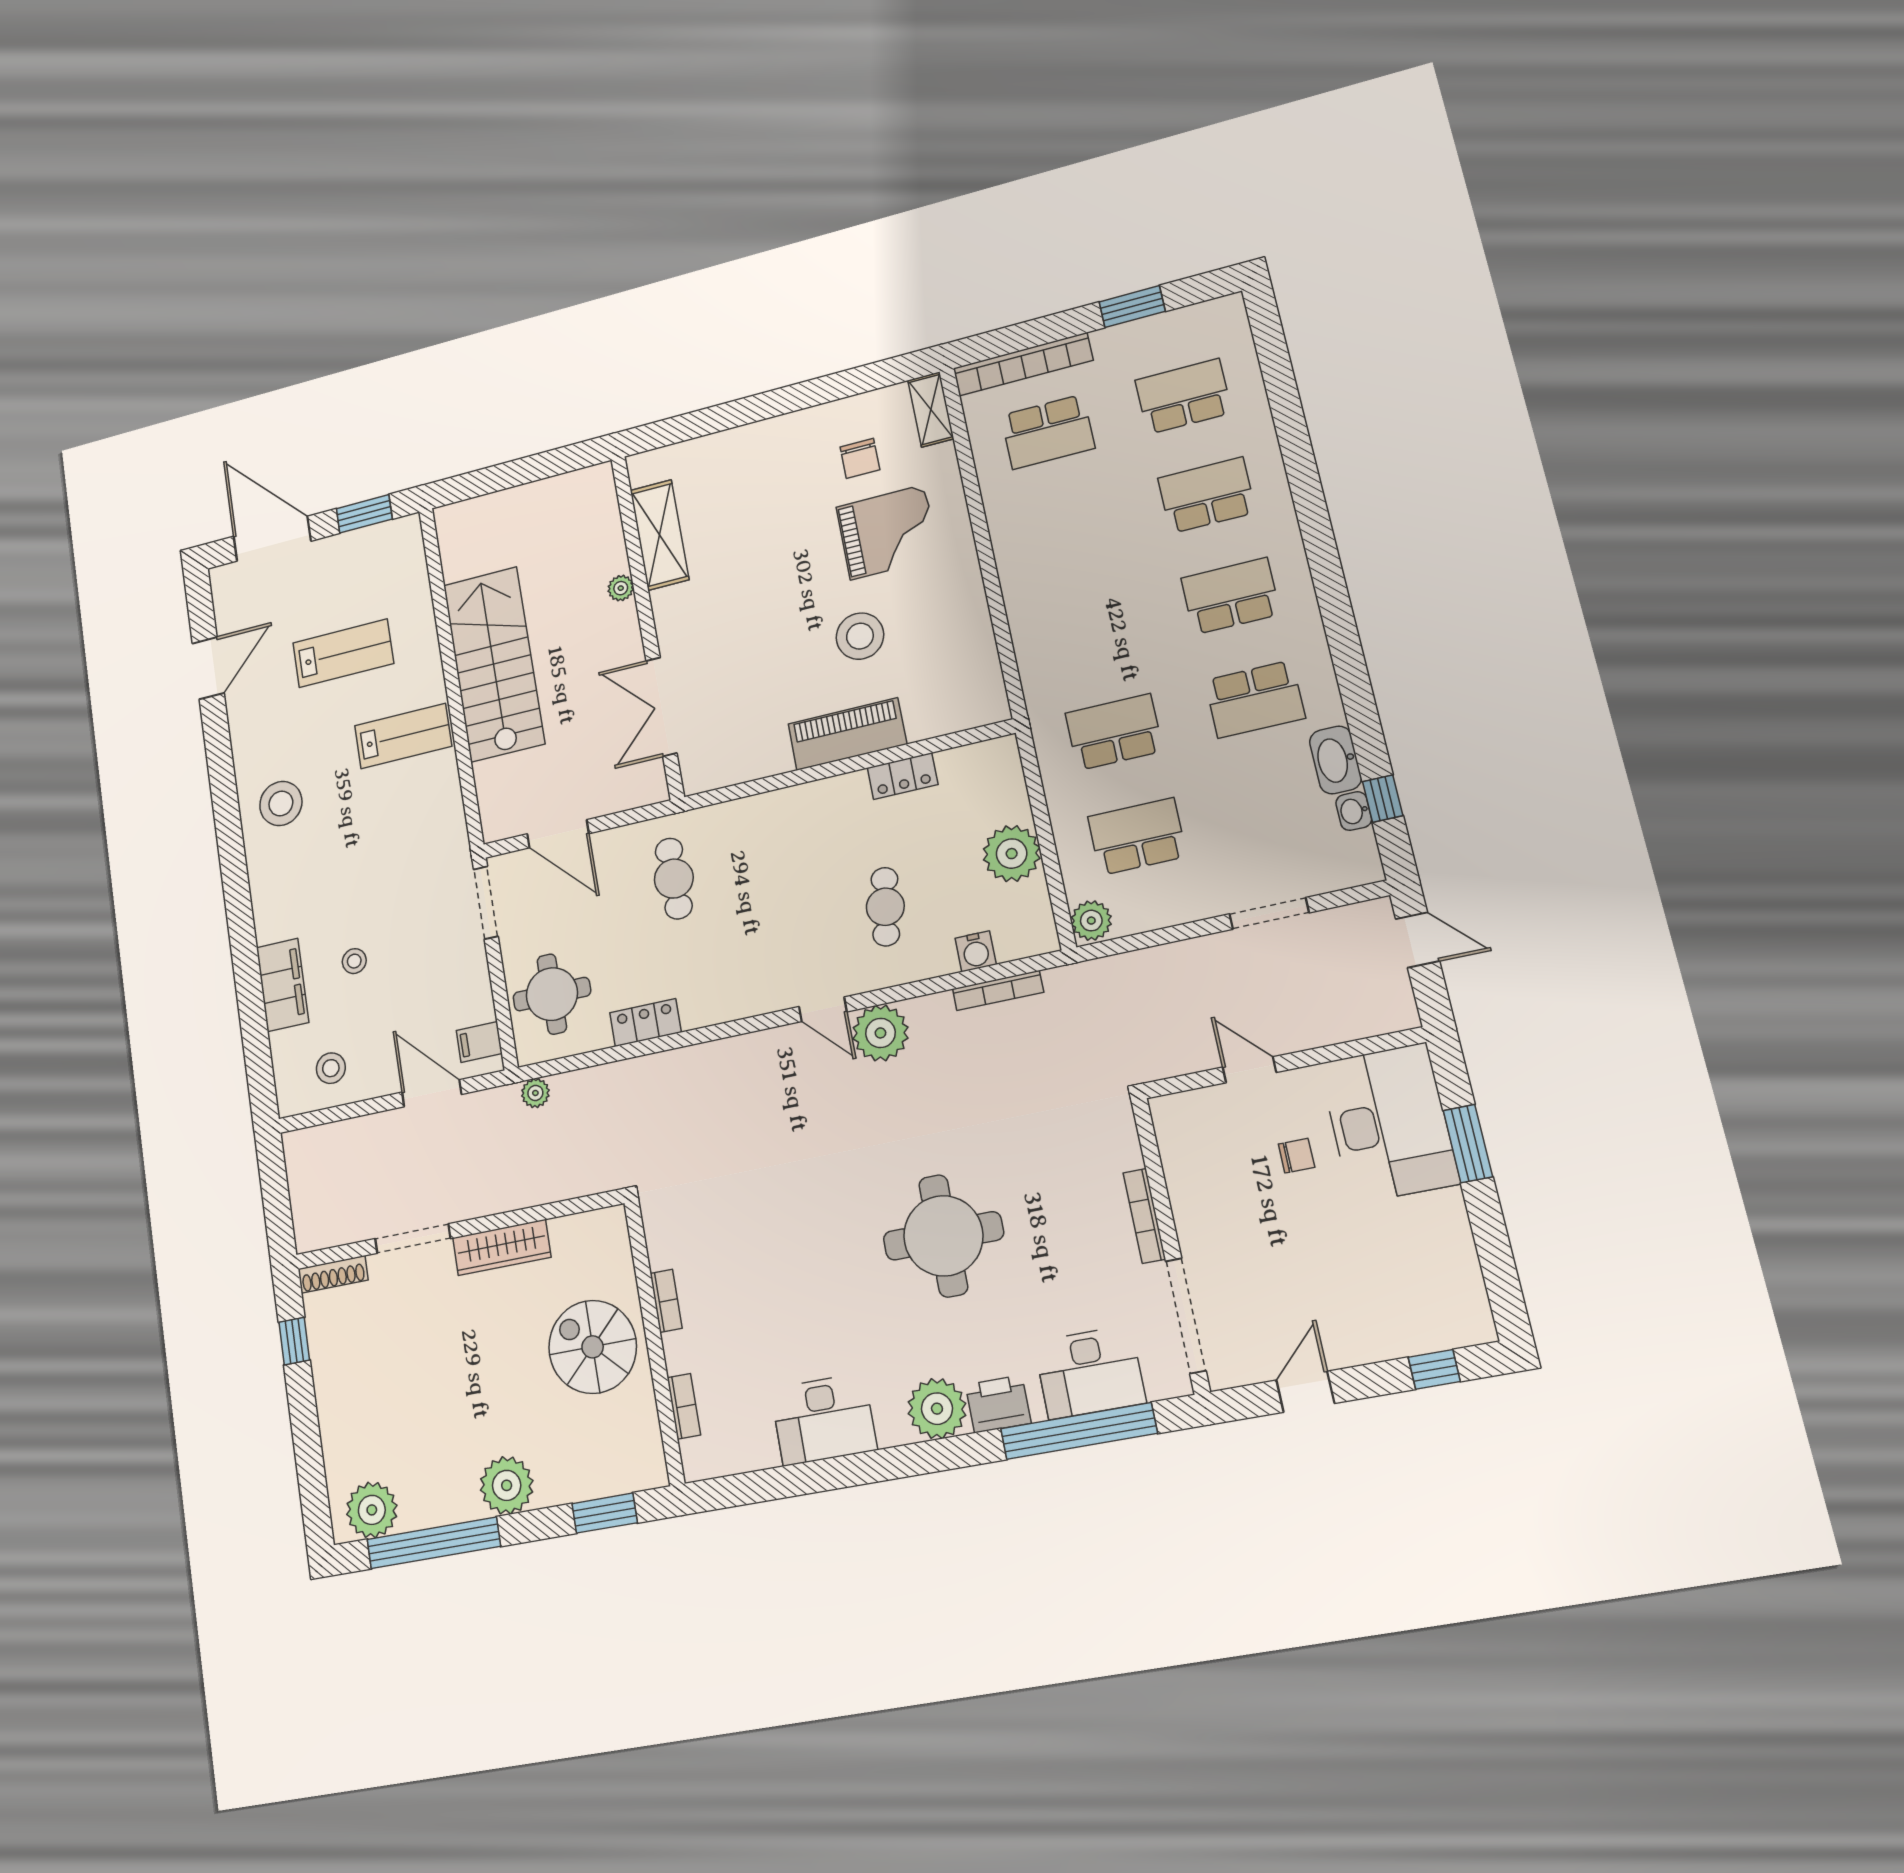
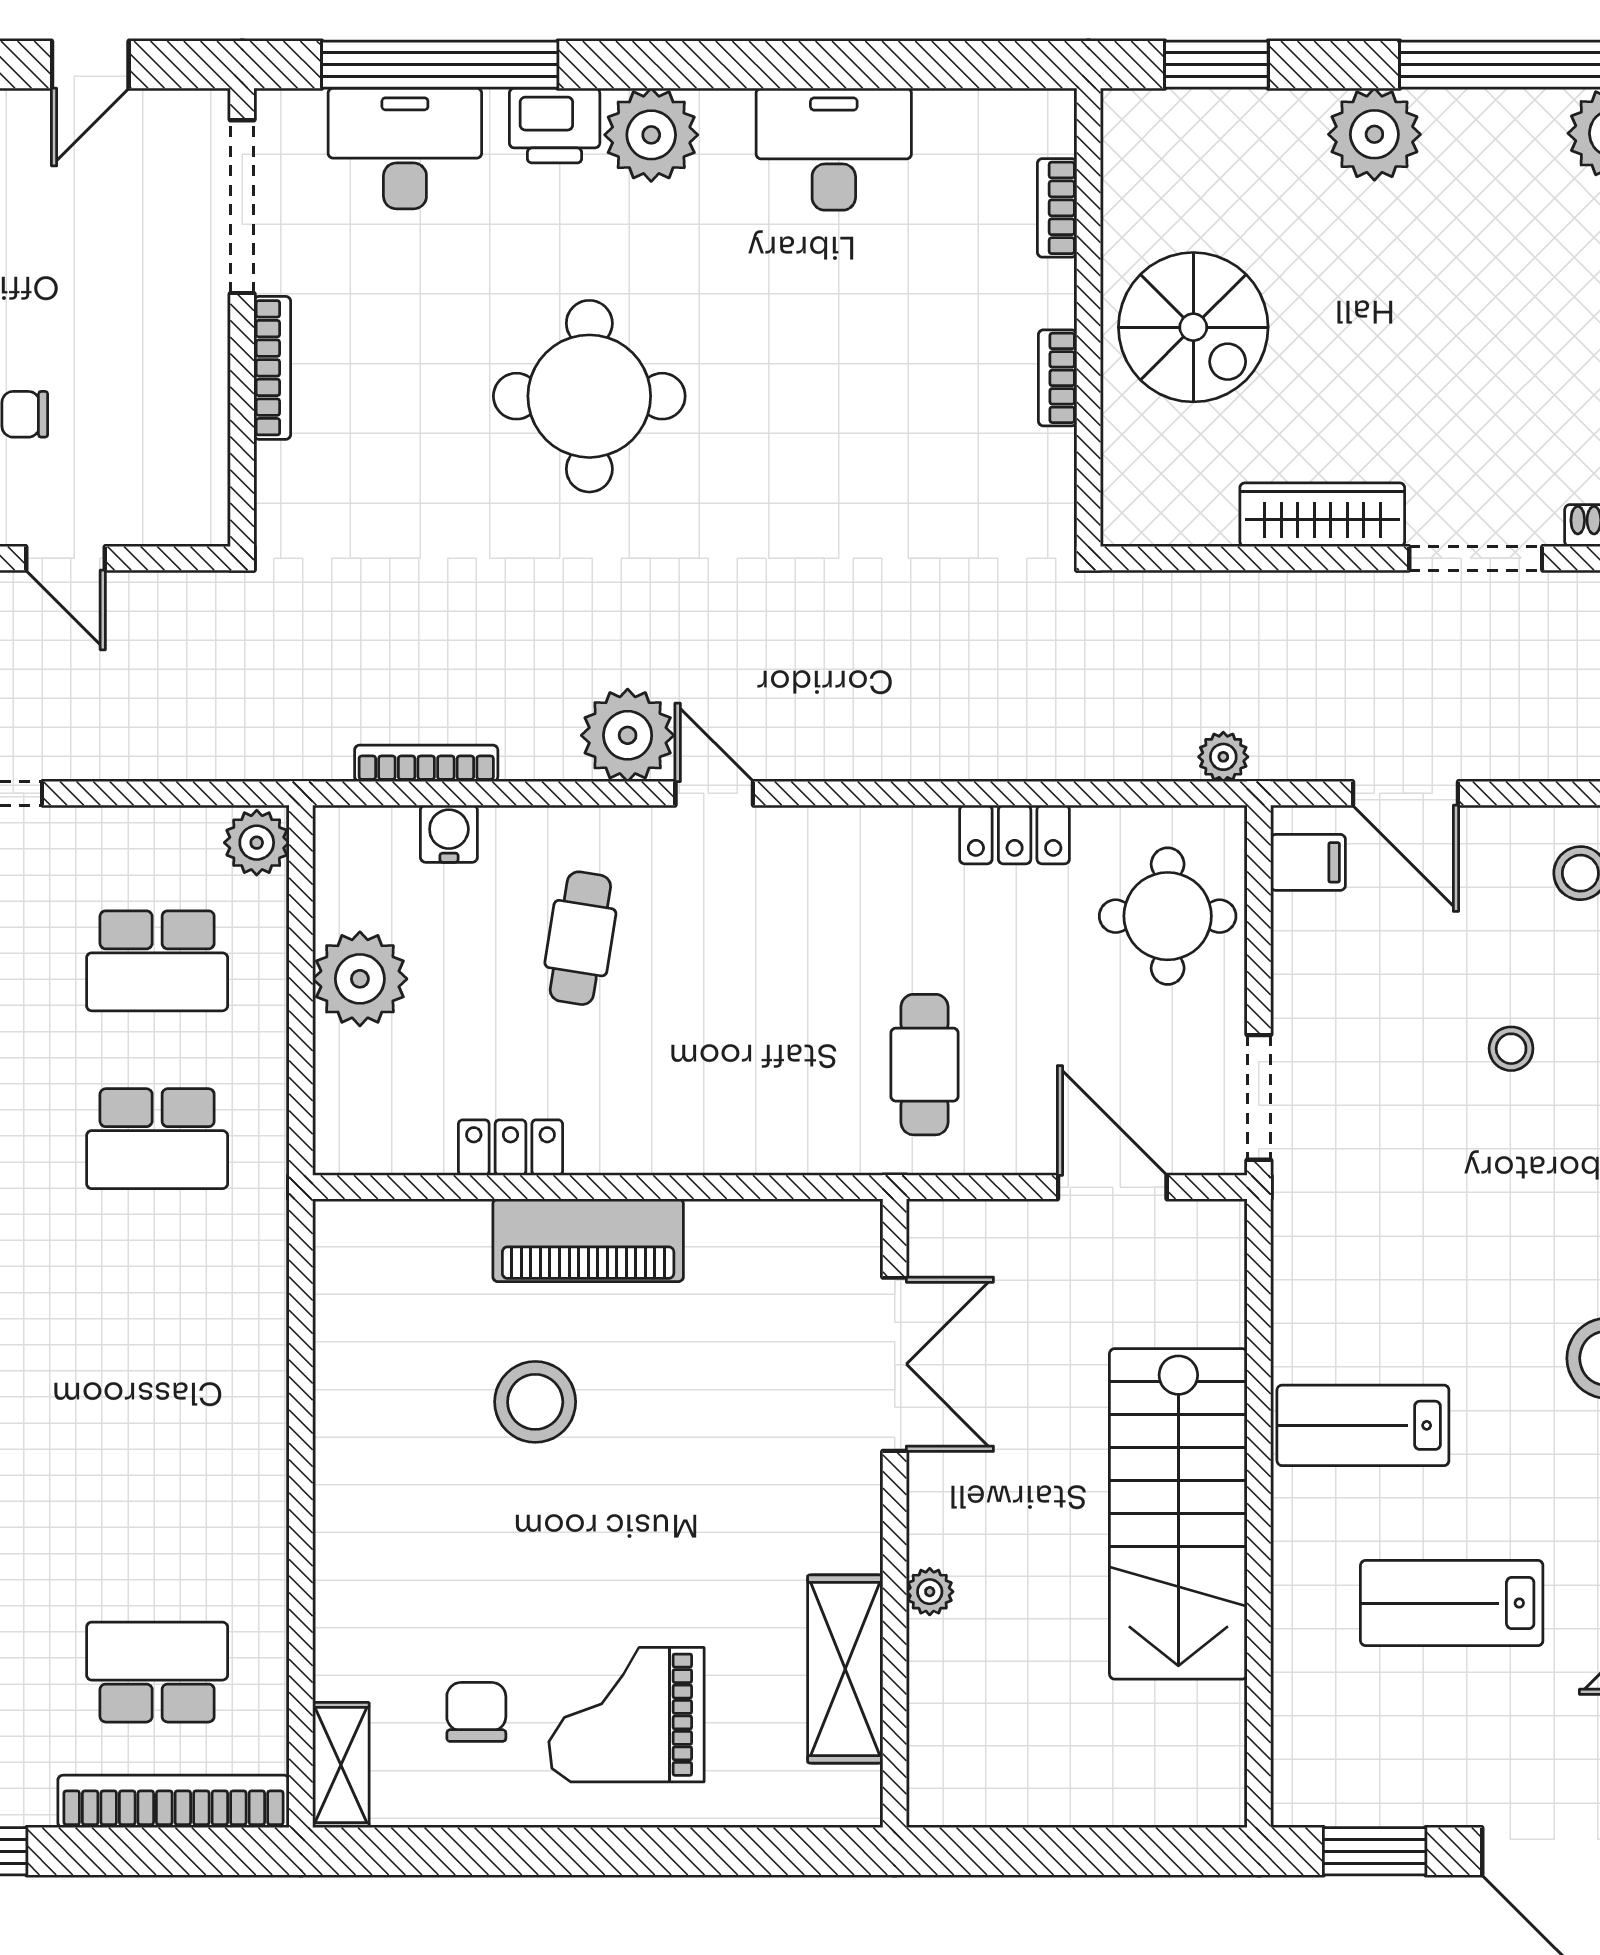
grand piano: (887, 532) -> (626, 1715), moved

